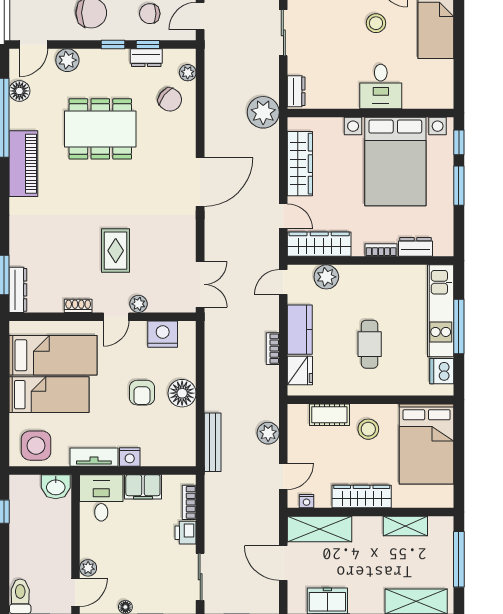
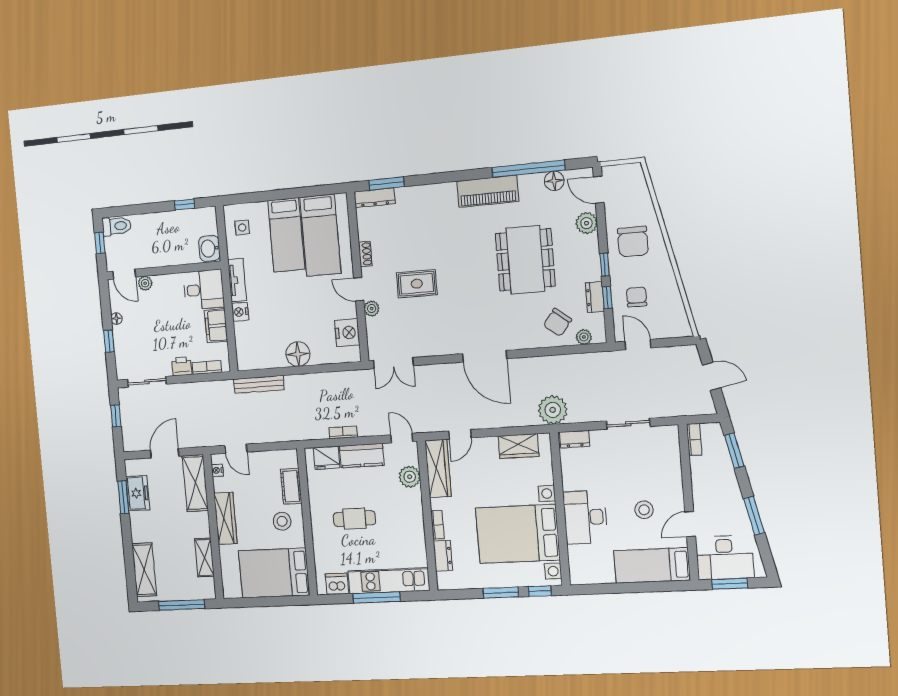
desk: (381, 87) -> (585, 517), width x1.37
wardrobe: (300, 164) -> (518, 446), width x0.67
armchair: (142, 393) -> (295, 318), removed
plant: (268, 433) -> (271, 433), removed
side table: (36, 446) -> (242, 228), width x0.54, depth x0.54

